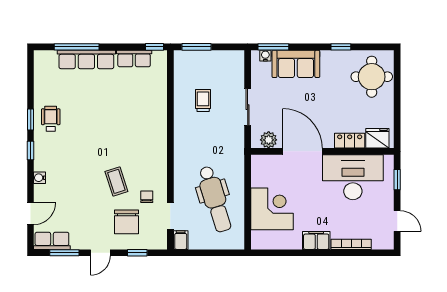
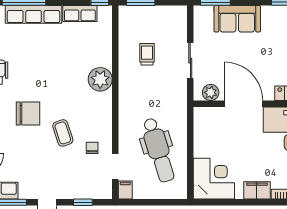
water cooler: (265, 56) -> (208, 11), removed
plant: (155, 126) -> (100, 79), added
corner desk: (272, 209) -> (214, 179), moved
chair: (126, 222) -> (28, 113), moved, turned -90

